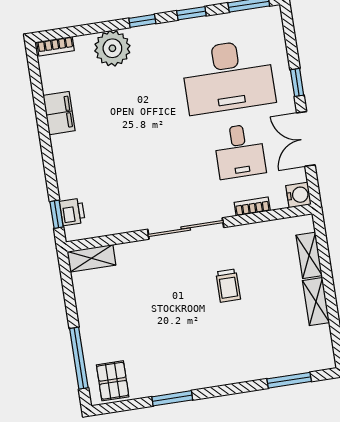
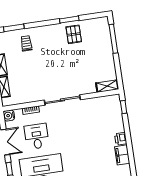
printer: (72, 212) -> (121, 139), moved
trolley: (228, 286) -> (26, 43), moved
pallet: (113, 381) -> (74, 34), moved

